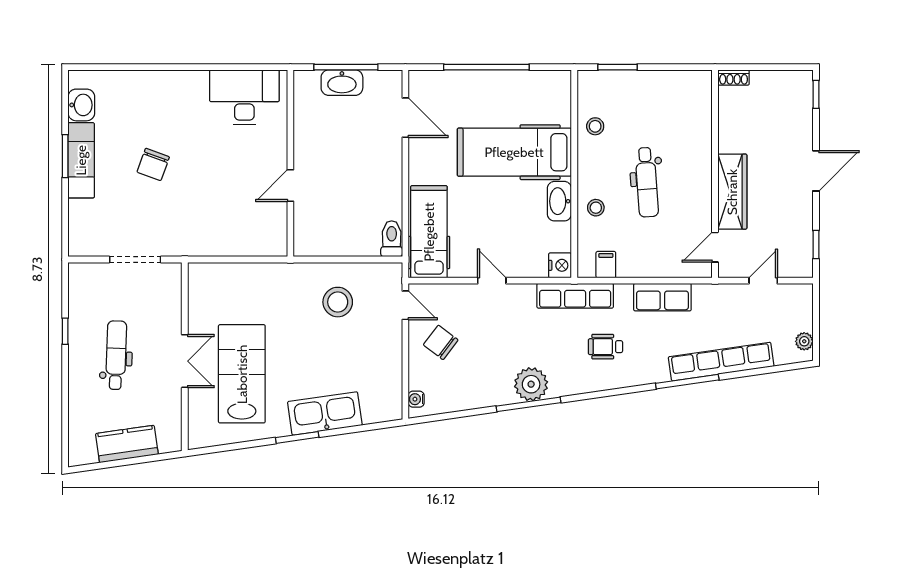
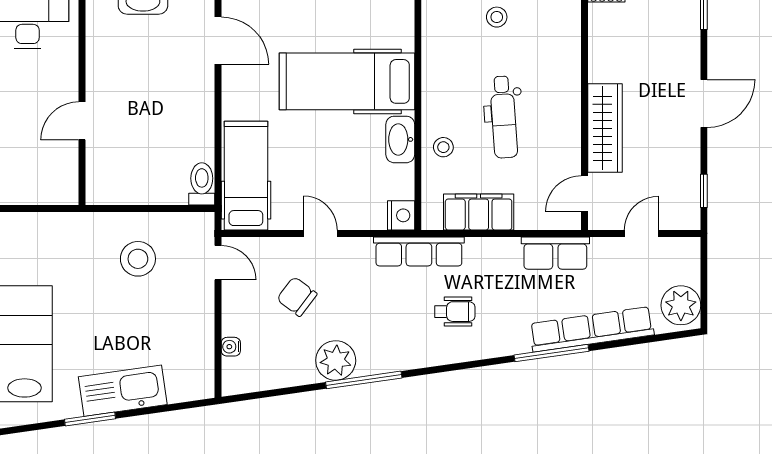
stool: (595, 126) -> (497, 17), moved
filing cabinet: (606, 265) -> (479, 212), width x3.00, depth x1.17
row of seats: (662, 297) -> (555, 253), moved
plant: (804, 341) -> (681, 305), width x1.87, depth x1.87
chair: (441, 342) -> (297, 297), moved
wheelchair: (605, 347) -> (455, 312), turned 180
plant: (531, 384) -> (336, 360), moved
water cooler: (416, 399) -> (231, 347), moved

